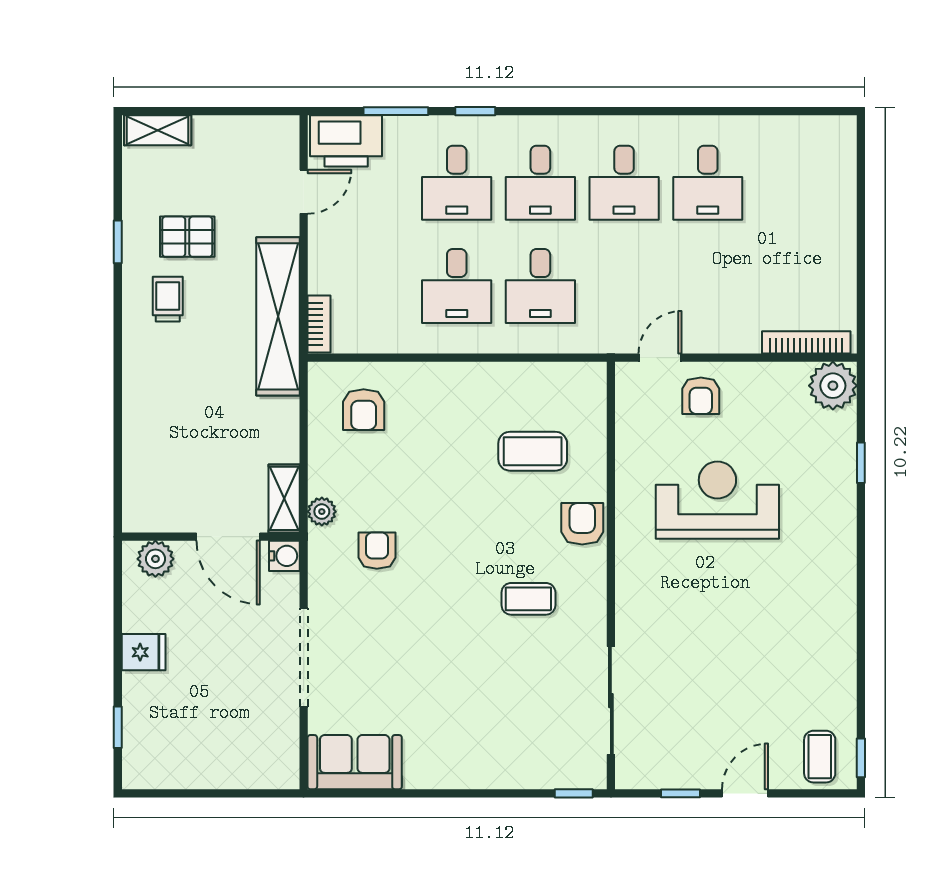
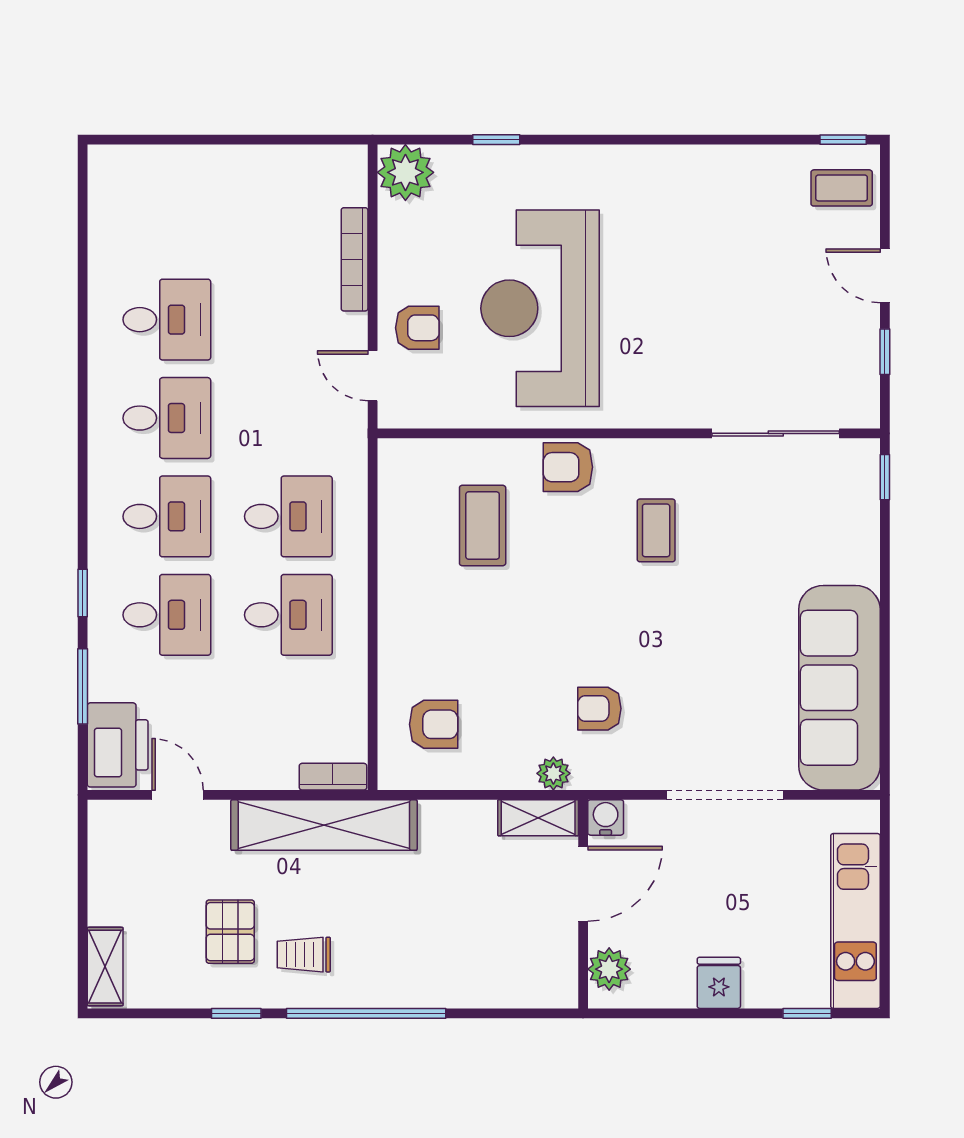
bookcase: (806, 342) -> (355, 259), moved
window: (118, 352) -> (366, 1013), added
reception desk: (717, 500) -> (540, 308), width x1.36, depth x1.30
sofa: (355, 762) -> (839, 688), width x1.85, depth x1.27
kitchen unit: (196, 768) -> (855, 921), added

